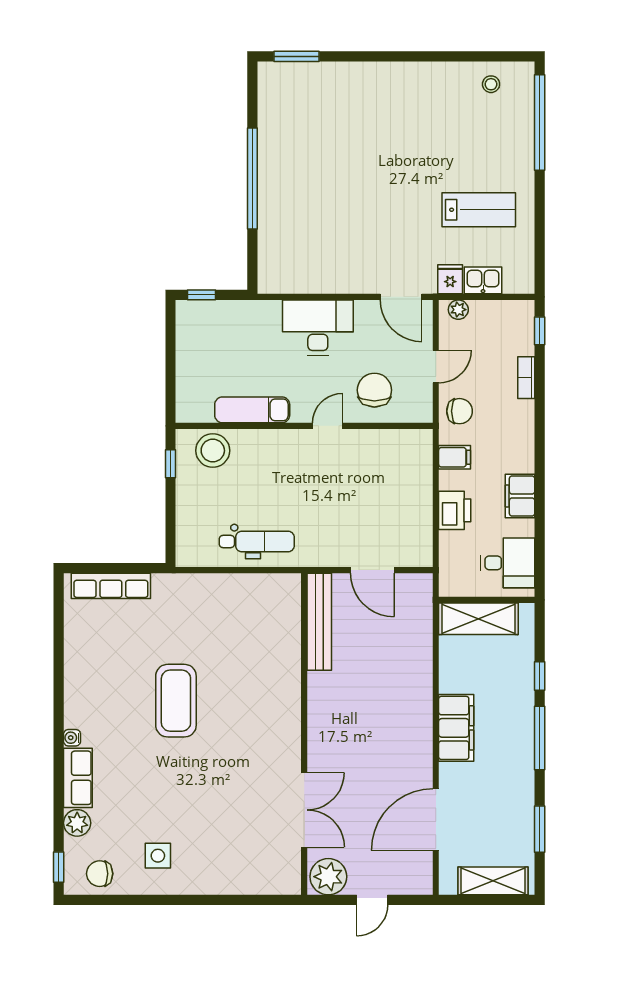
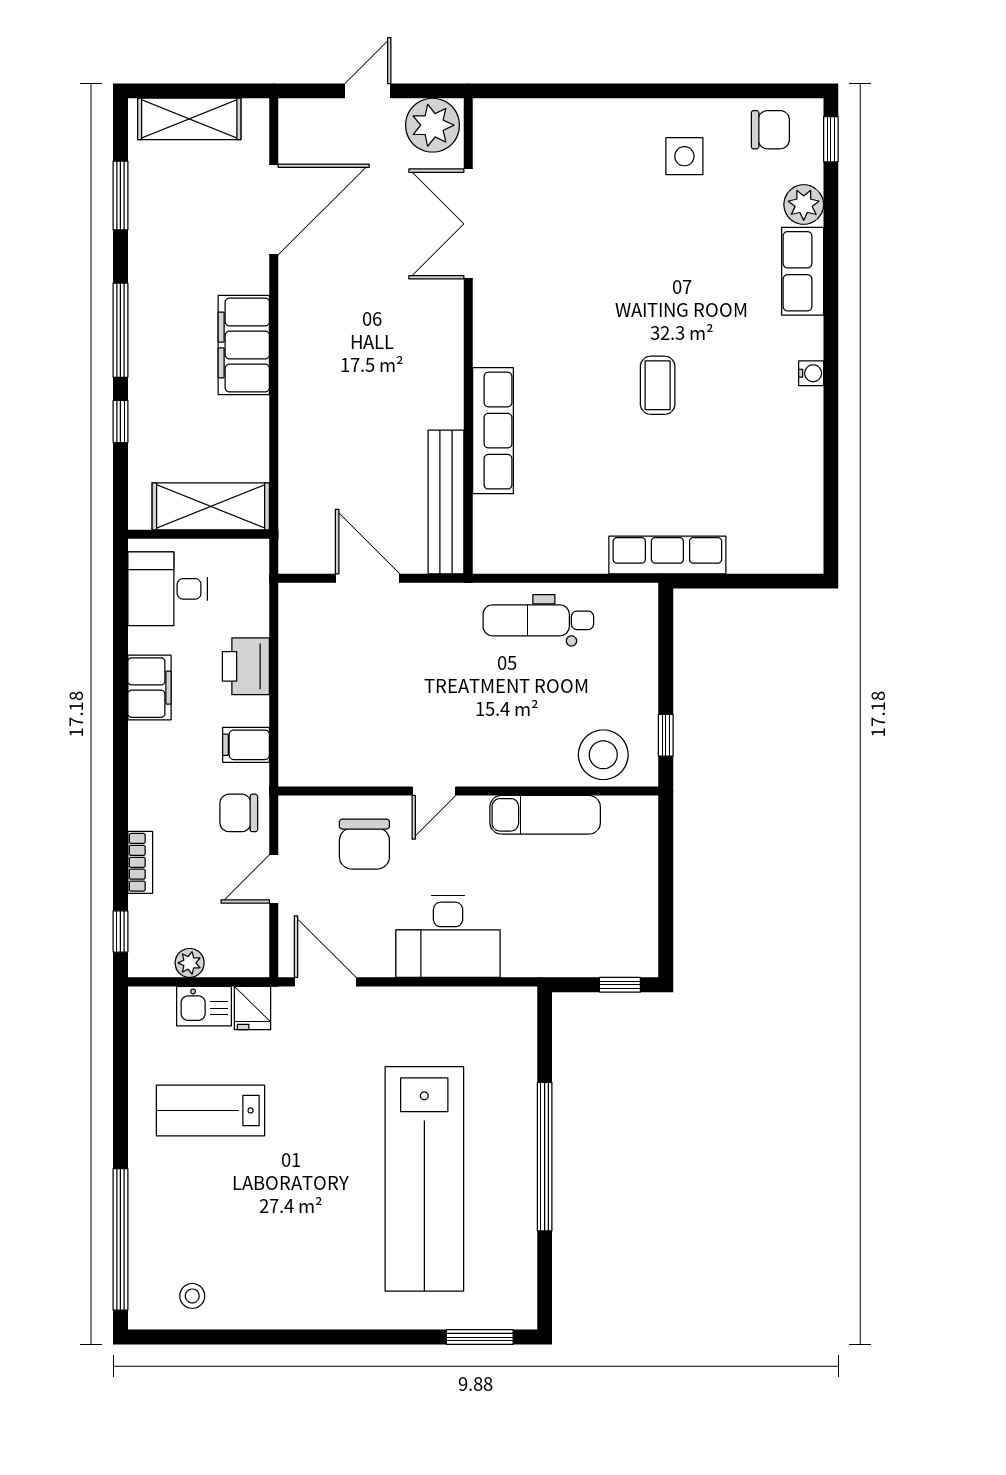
lab bench: (334, 163) -> (424, 1179), added
plant: (458, 310) -> (190, 963), moved
row of seats: (111, 586) -> (667, 555), moved
row of seats: (287, 670) -> (493, 431), added
coffee table: (176, 701) -> (658, 385), width x0.54, depth x0.58
water cooler: (72, 738) -> (811, 373), moved

